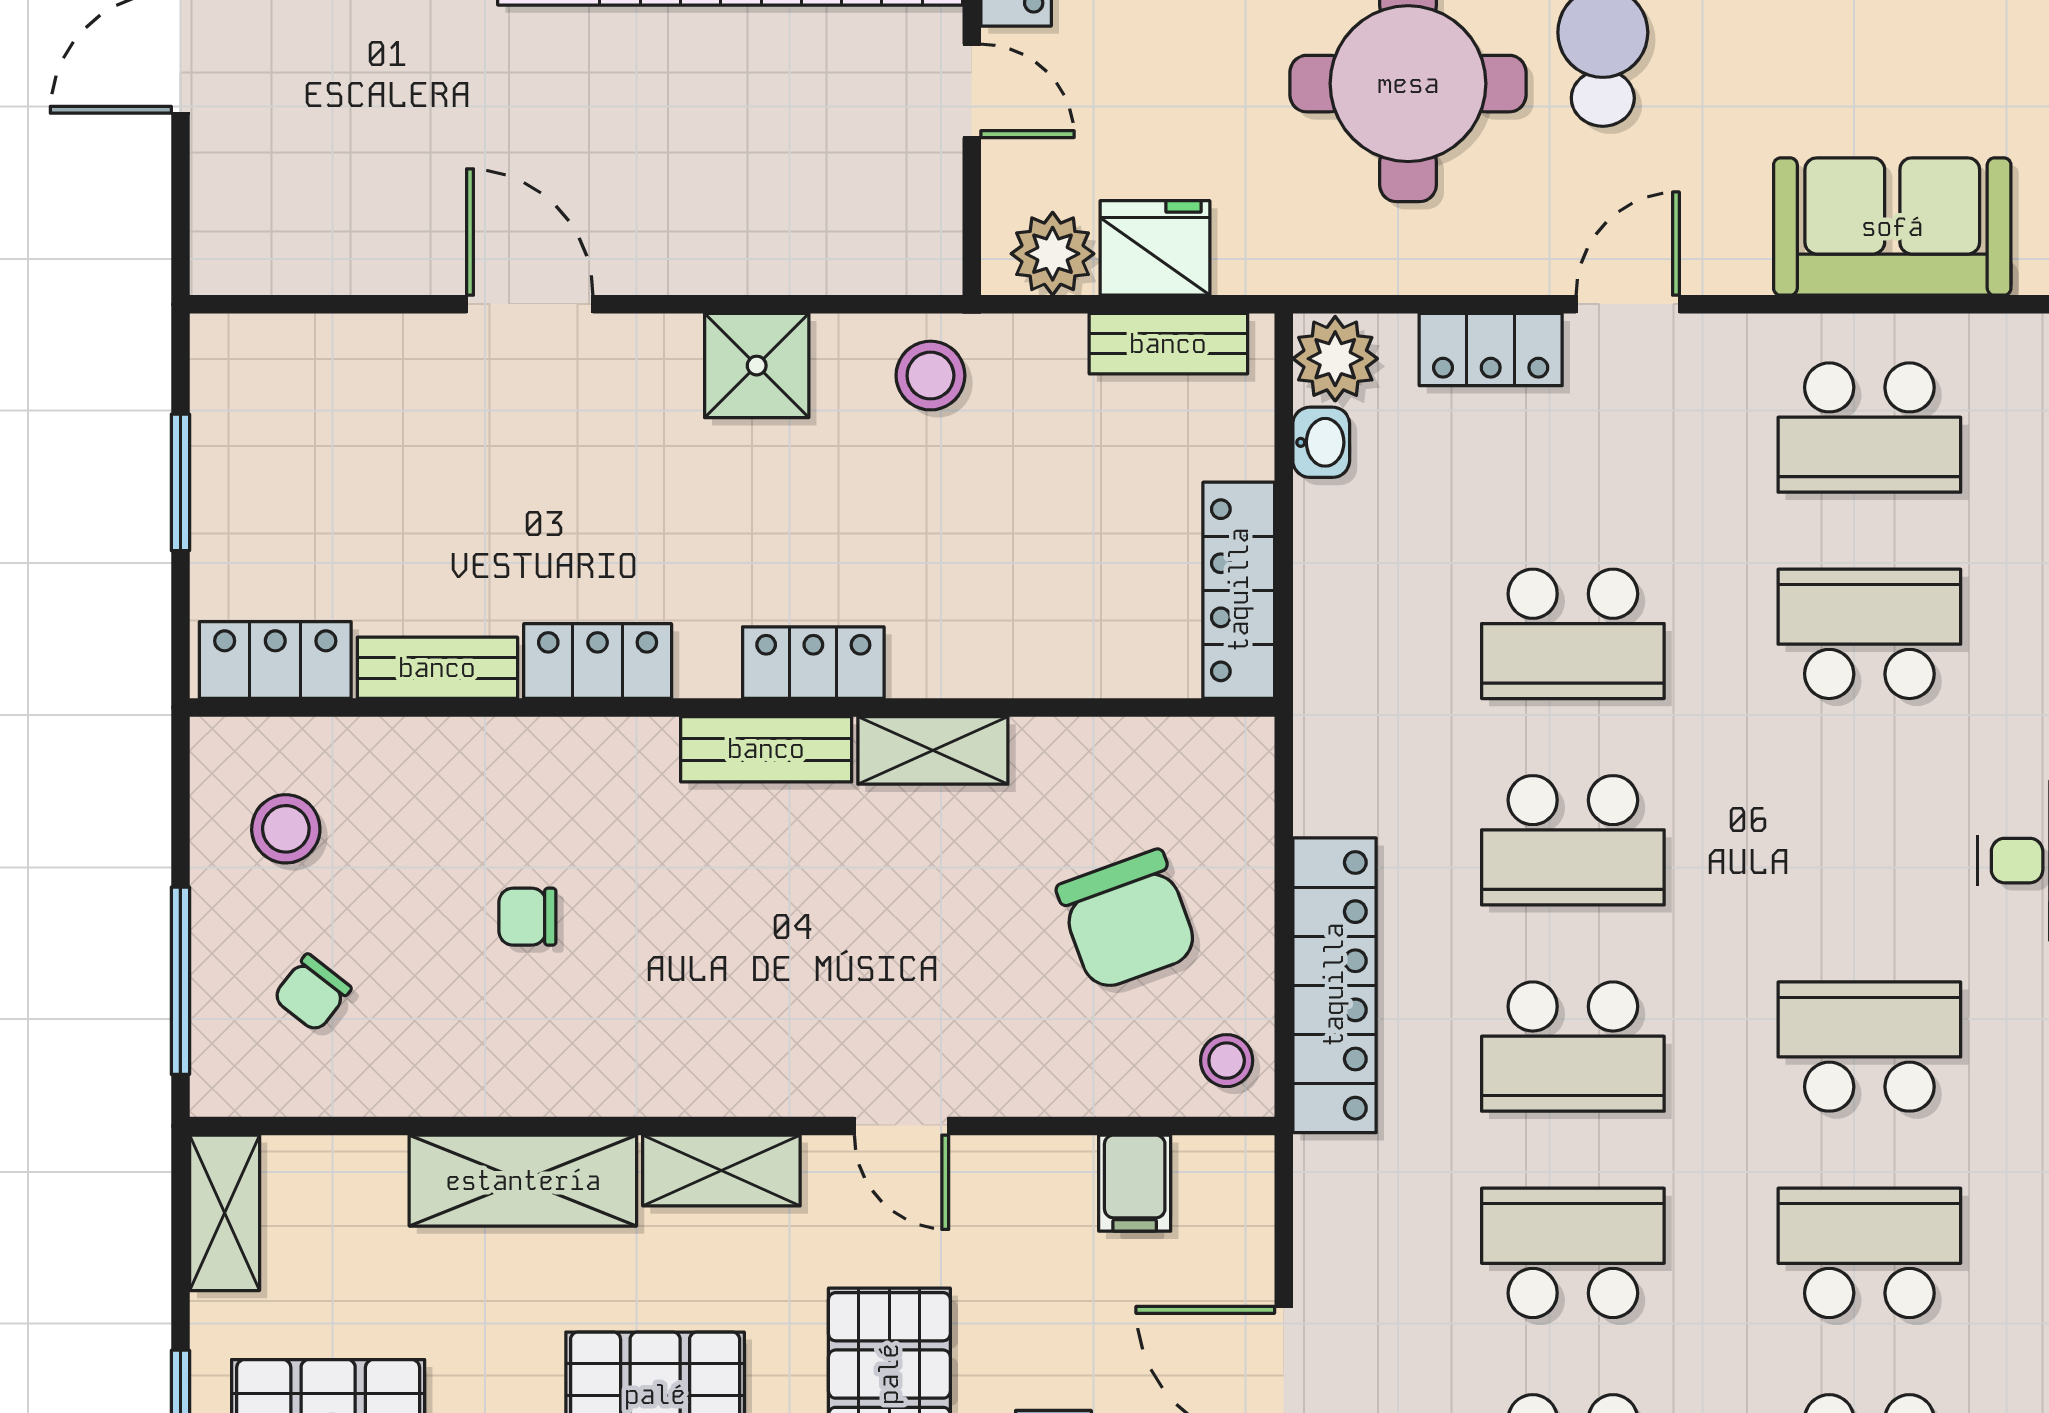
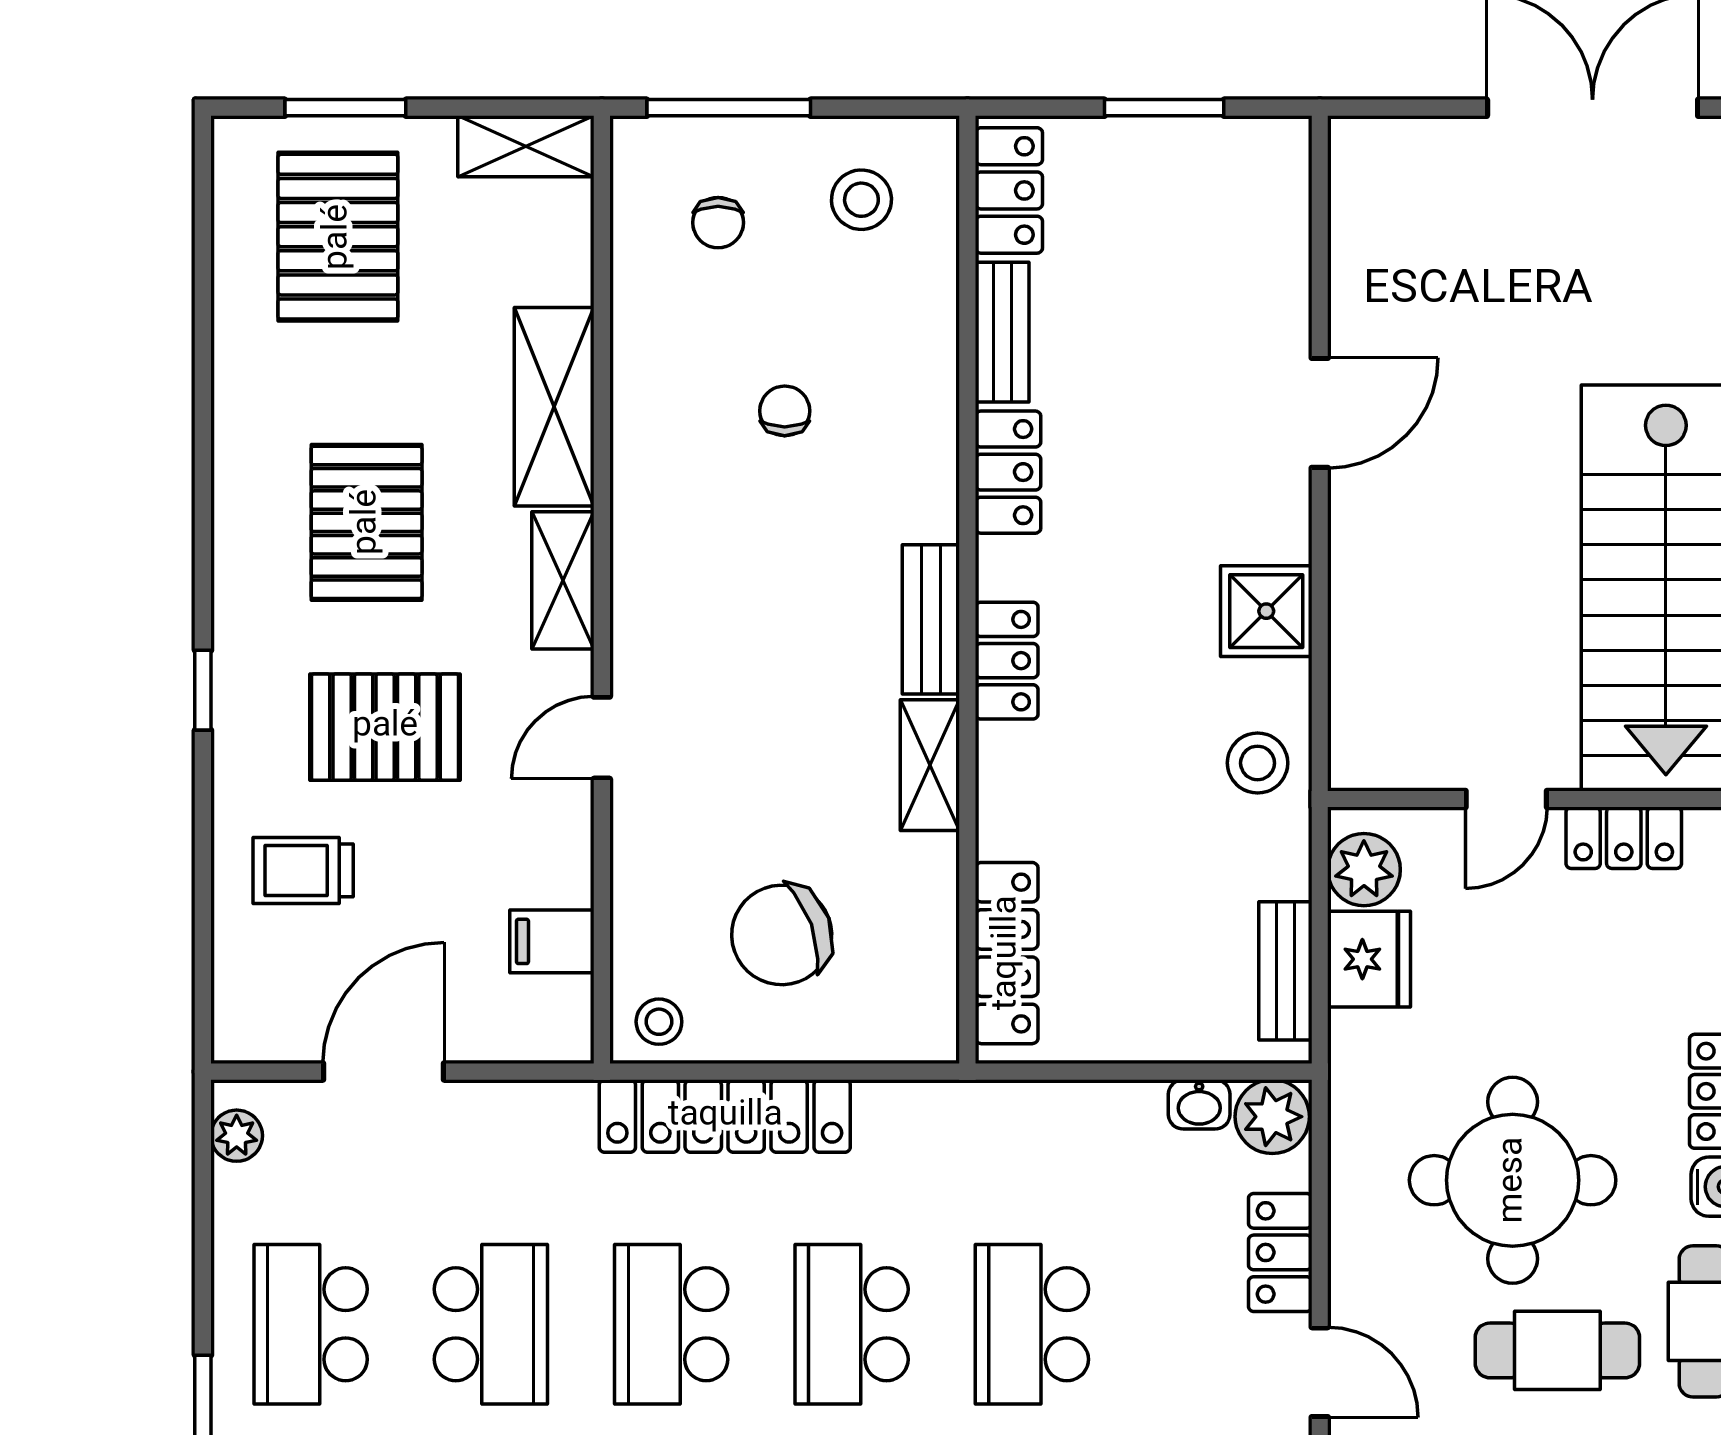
locker: (1239, 590) -> (1007, 953), moved, turned 90
chair: (312, 993) -> (718, 223), turned -128

